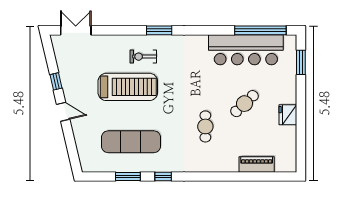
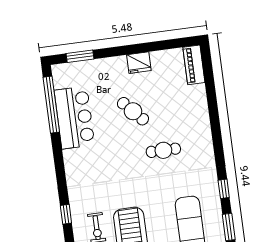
window: (159, 30) -> (66, 214), width x0.67
bar counter: (246, 50) -> (74, 118), width x0.73
piano: (257, 164) -> (194, 65), moved

